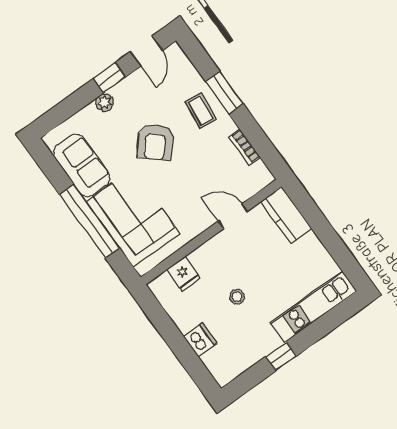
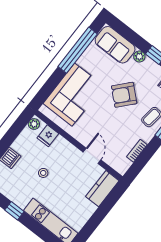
sofa: (82, 165) -> (115, 45), moved, turned 90
window: (90, 221) -> (78, 50), moved
plant: (160, 289) -> (34, 124), added

